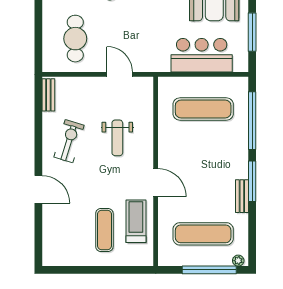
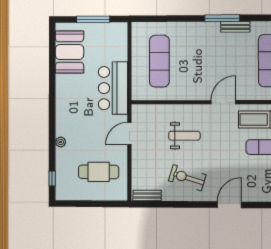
bar counter: (202, 55) -> (113, 88), moved
window: (252, 121) -> (170, 19), removed

